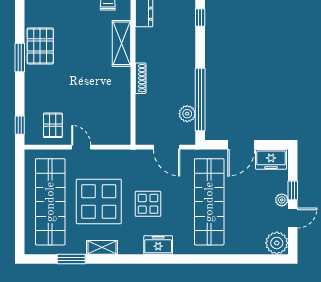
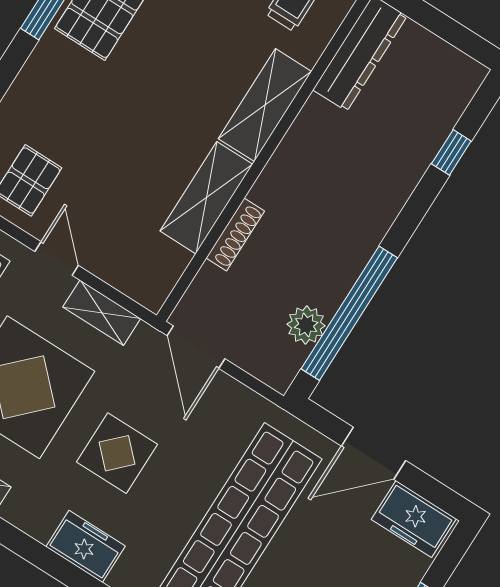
shoe rack: (141, 78) -> (235, 234), moved
shelving: (122, 90) -> (206, 198), added
door: (167, 147) -> (196, 347), moved
shelving: (110, 156) -> (102, 313), added

